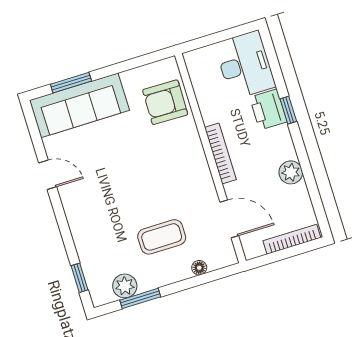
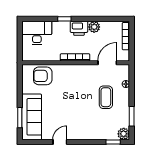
armchair: (165, 102) -> (43, 76), turned 89
printer: (268, 109) -> (79, 28), moved
plant: (125, 286) -> (124, 134), moved

